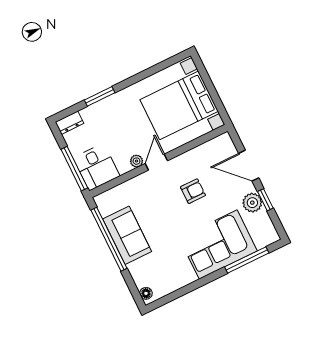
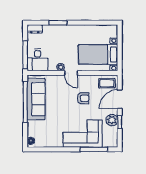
bed with nightstands: (179, 105) -> (98, 54), width x0.73
coffee table: (218, 151) -> (107, 83), added
door: (156, 162) -> (71, 73), swing flipped
door: (249, 166) -> (120, 99), hinge flipped
sofa: (127, 235) -> (36, 99), width x1.36

